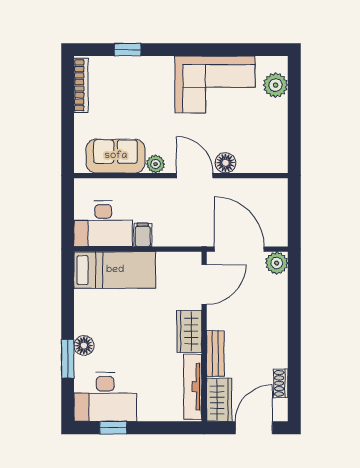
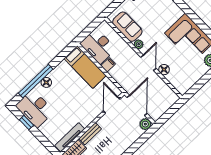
door: (204, 284) -> (112, 105), swing flipped
wardrobe: (189, 331) -> (89, 116), removed
window: (68, 359) -> (36, 81), width x2.11

